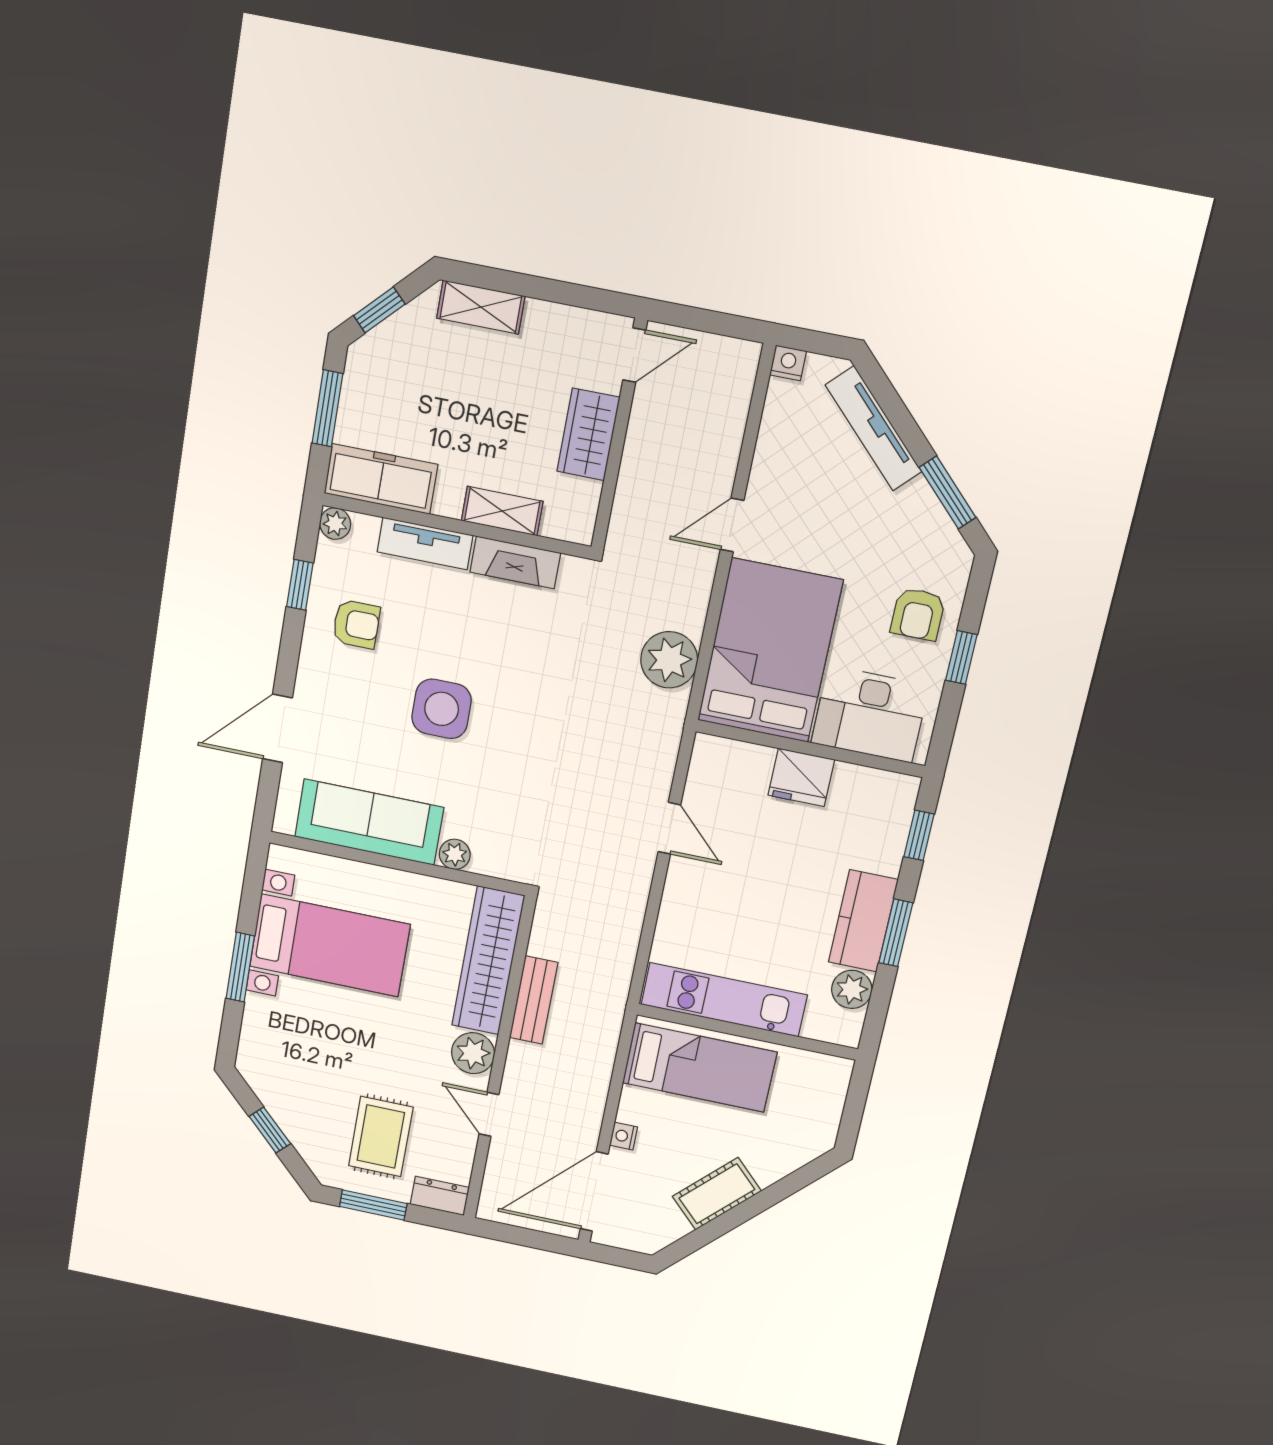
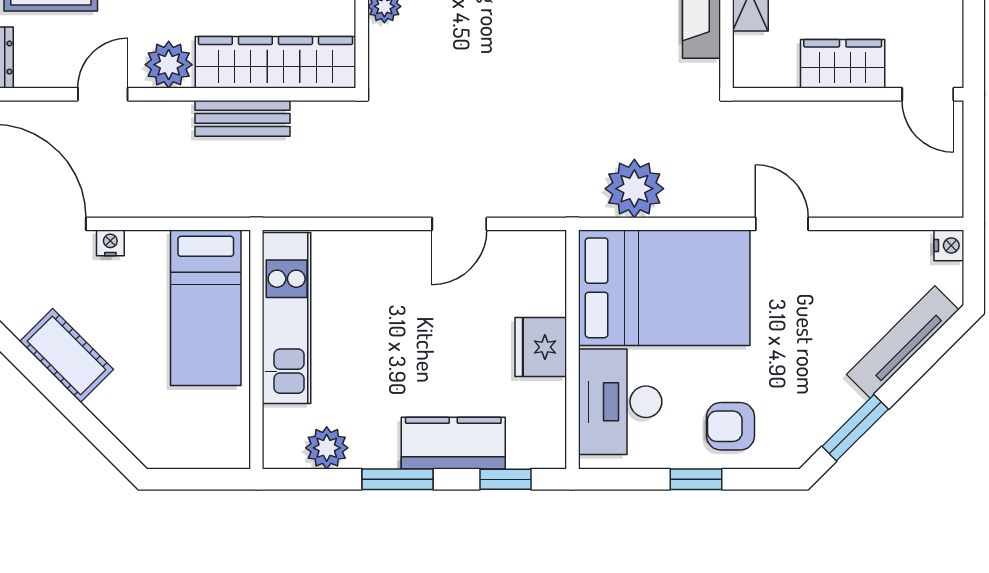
kitchen counter: (863, 921) -> (453, 443), moved

